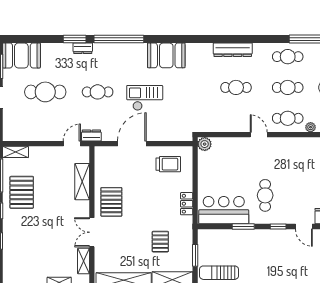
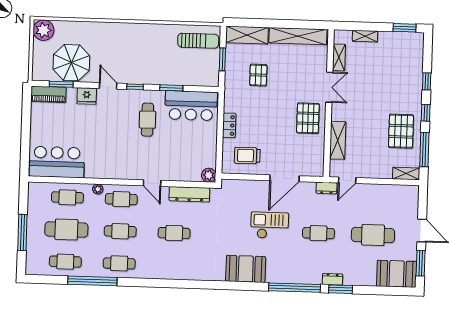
dresser: (233, 50) -> (189, 194), moved, turned 180
checkout: (145, 98) -> (270, 225), turned 180
locker: (187, 204) -> (229, 125), moved

